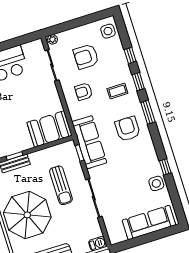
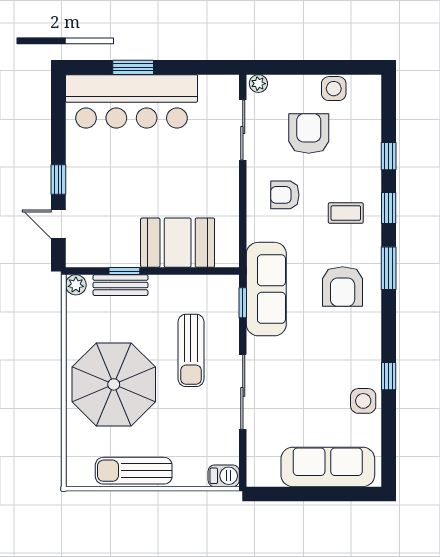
side table: (108, 31) -> (334, 89), moved
armchair: (86, 57) -> (309, 133), turned 90
booth: (49, 129) -> (178, 243), moved
armchair: (128, 129) -> (343, 287), turned 180

